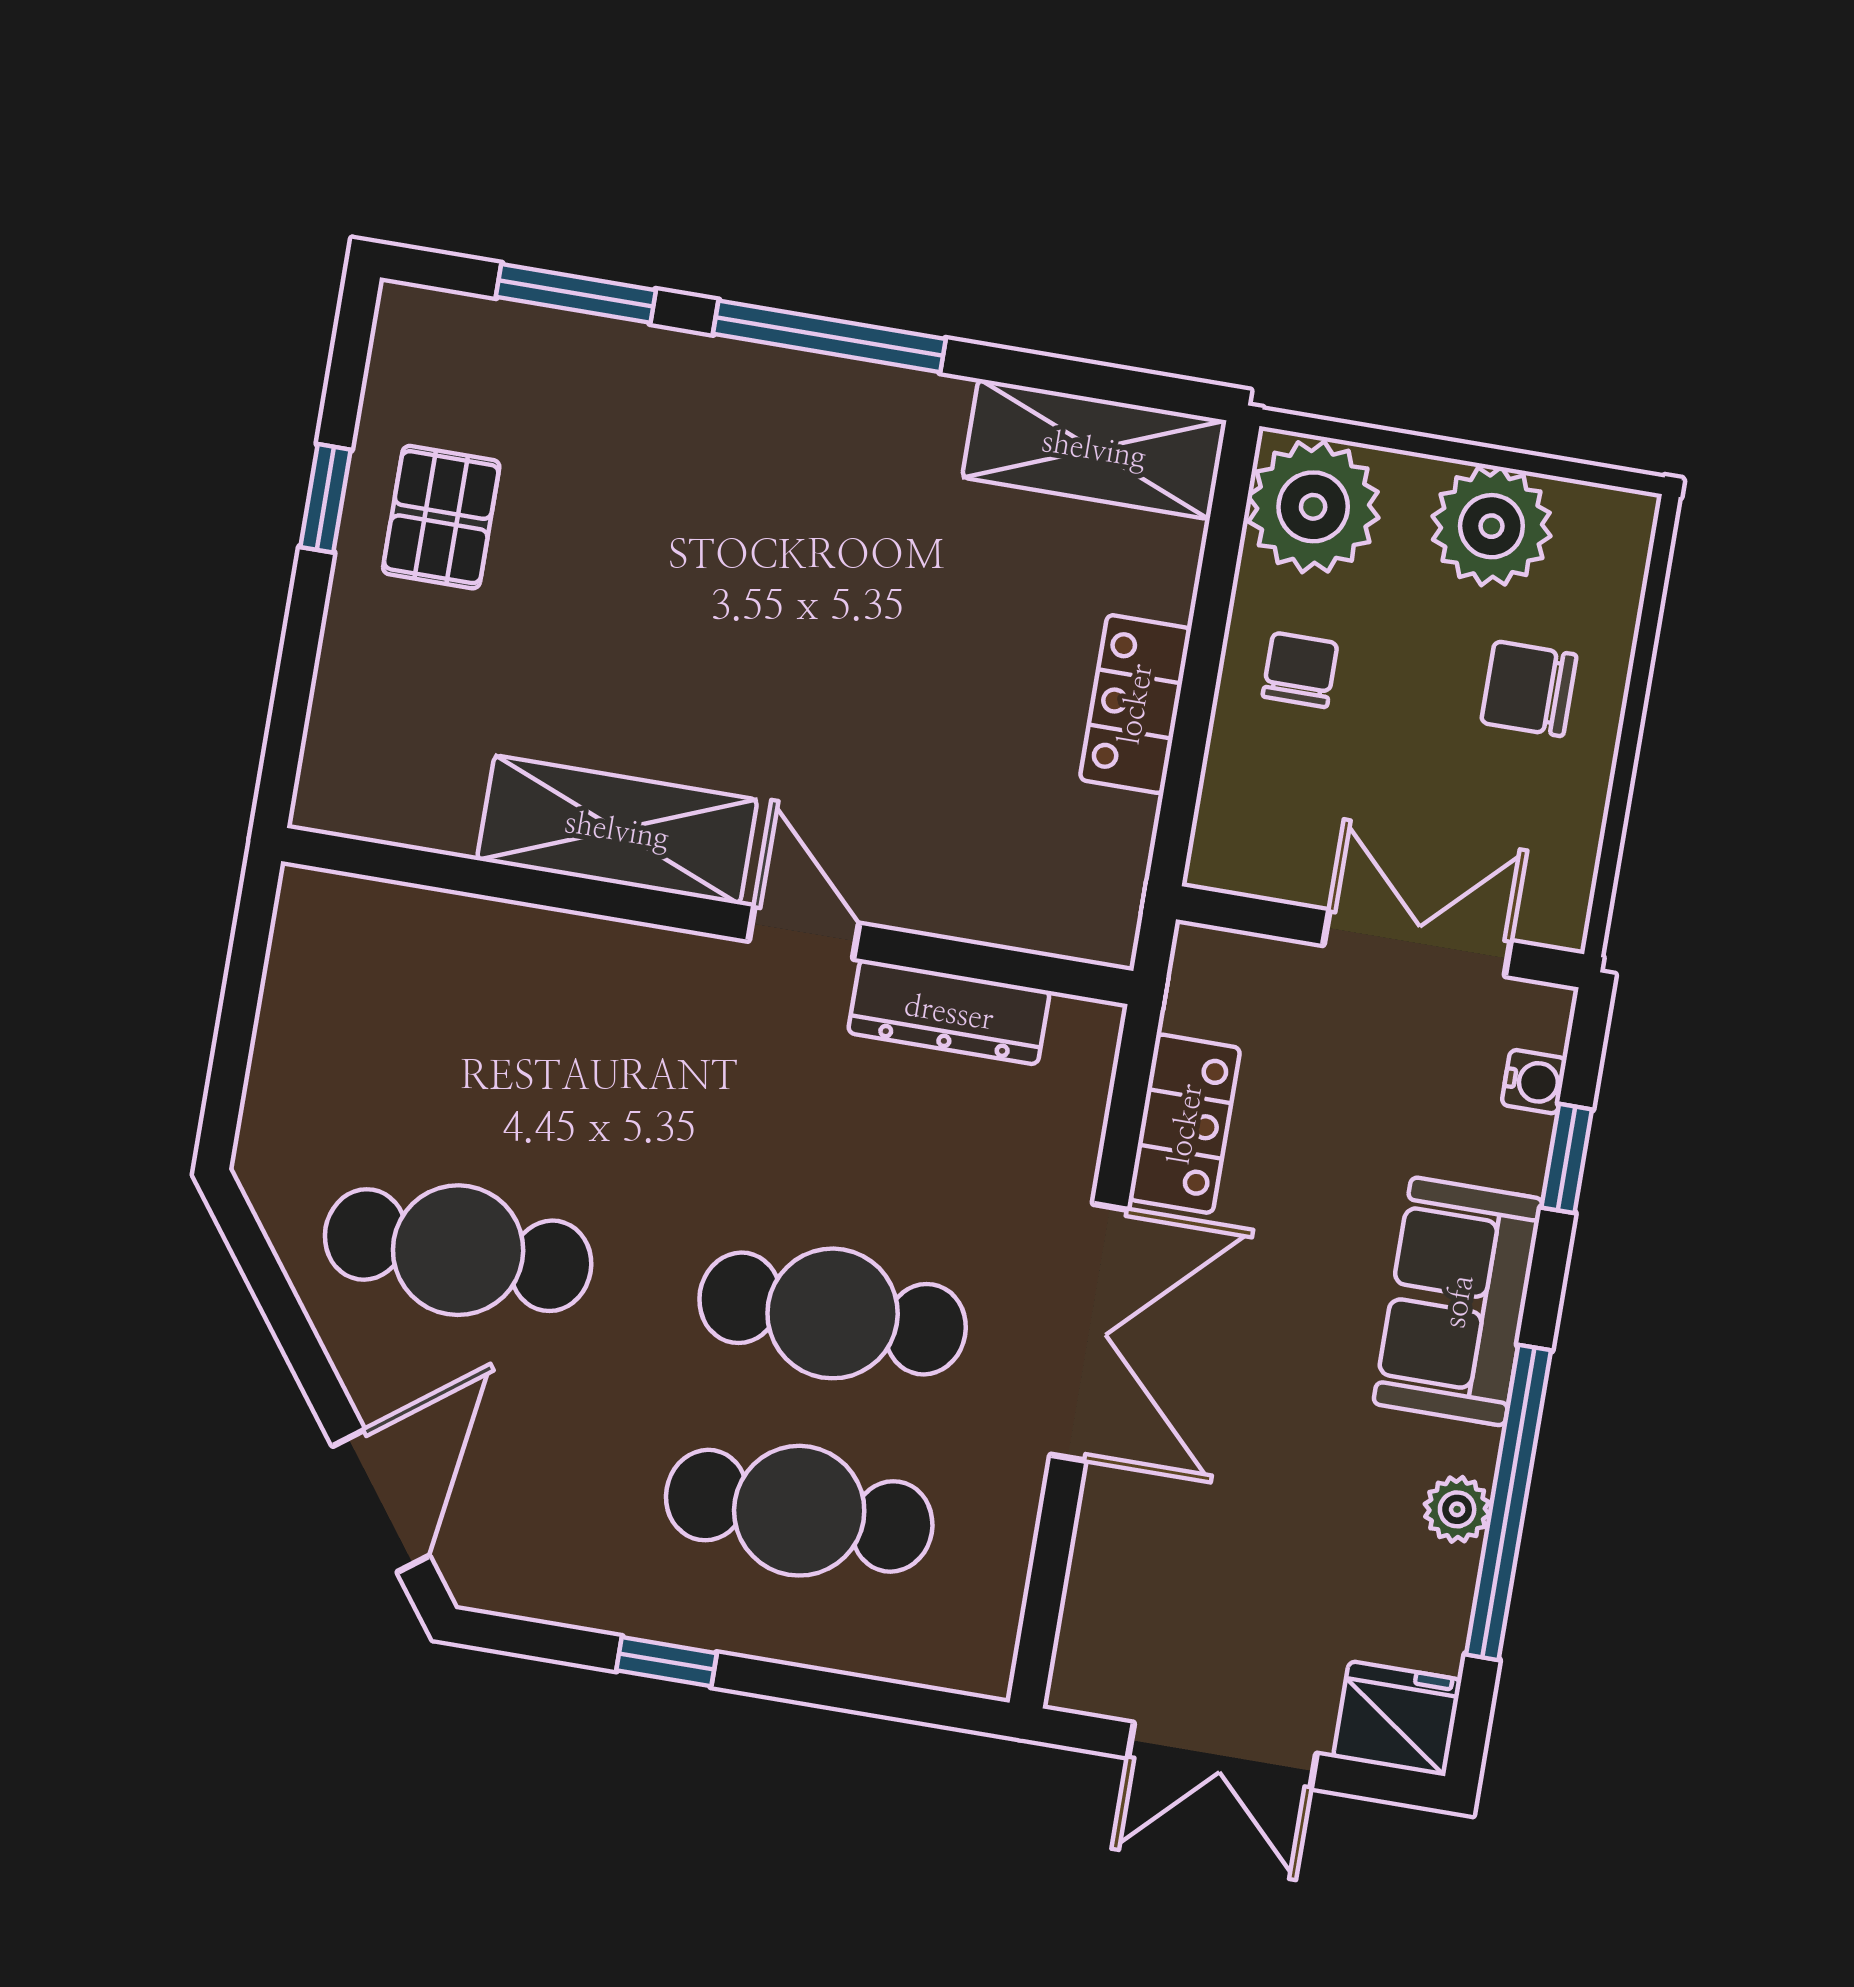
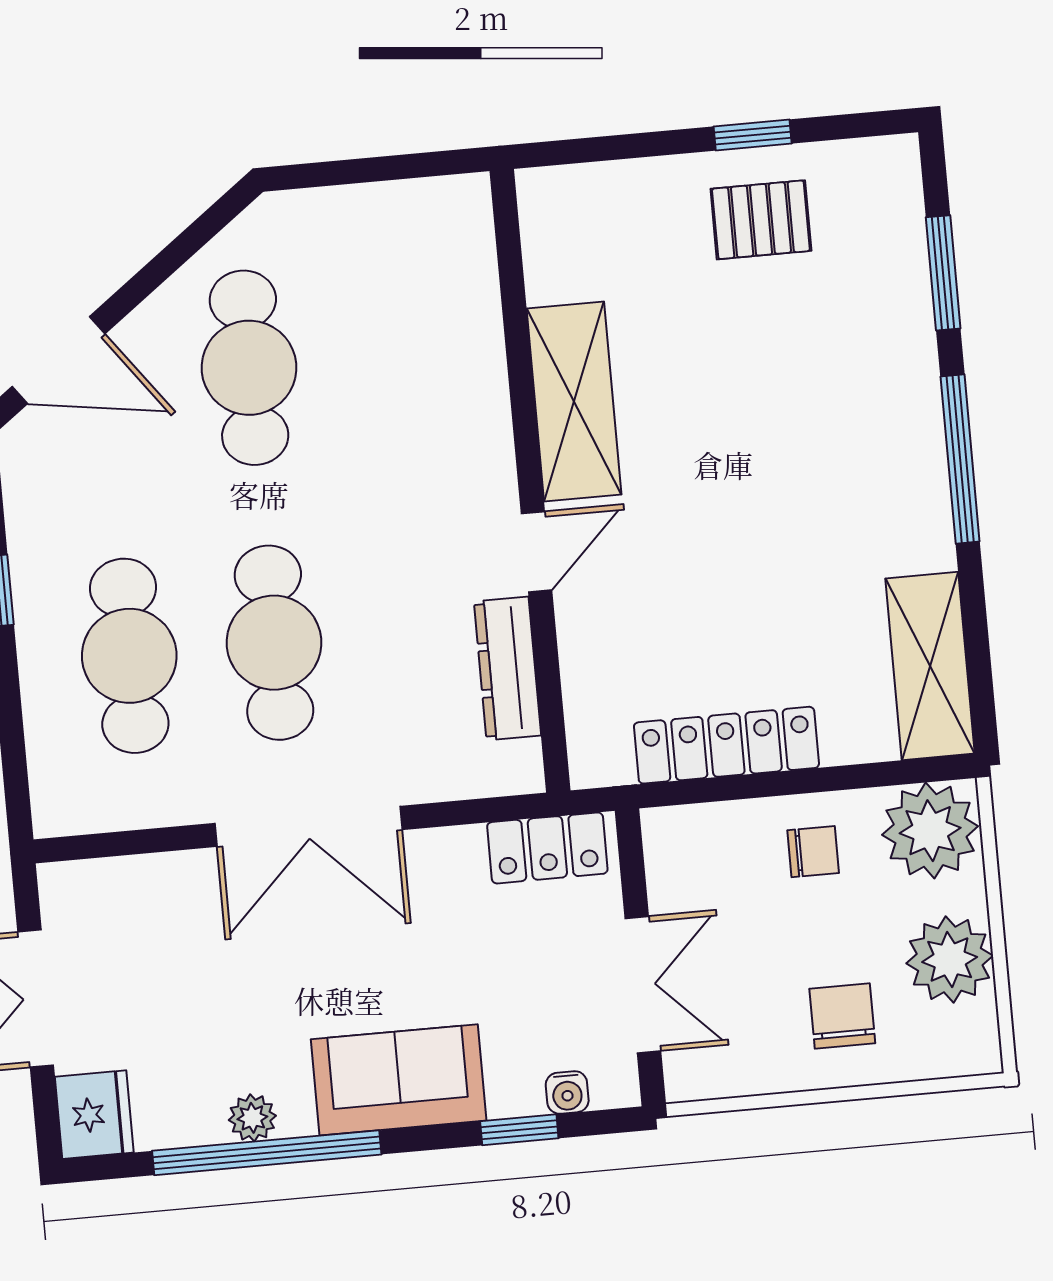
locker: (1135, 704) -> (726, 745), width x1.53
locker: (1185, 1124) -> (547, 848), moved

